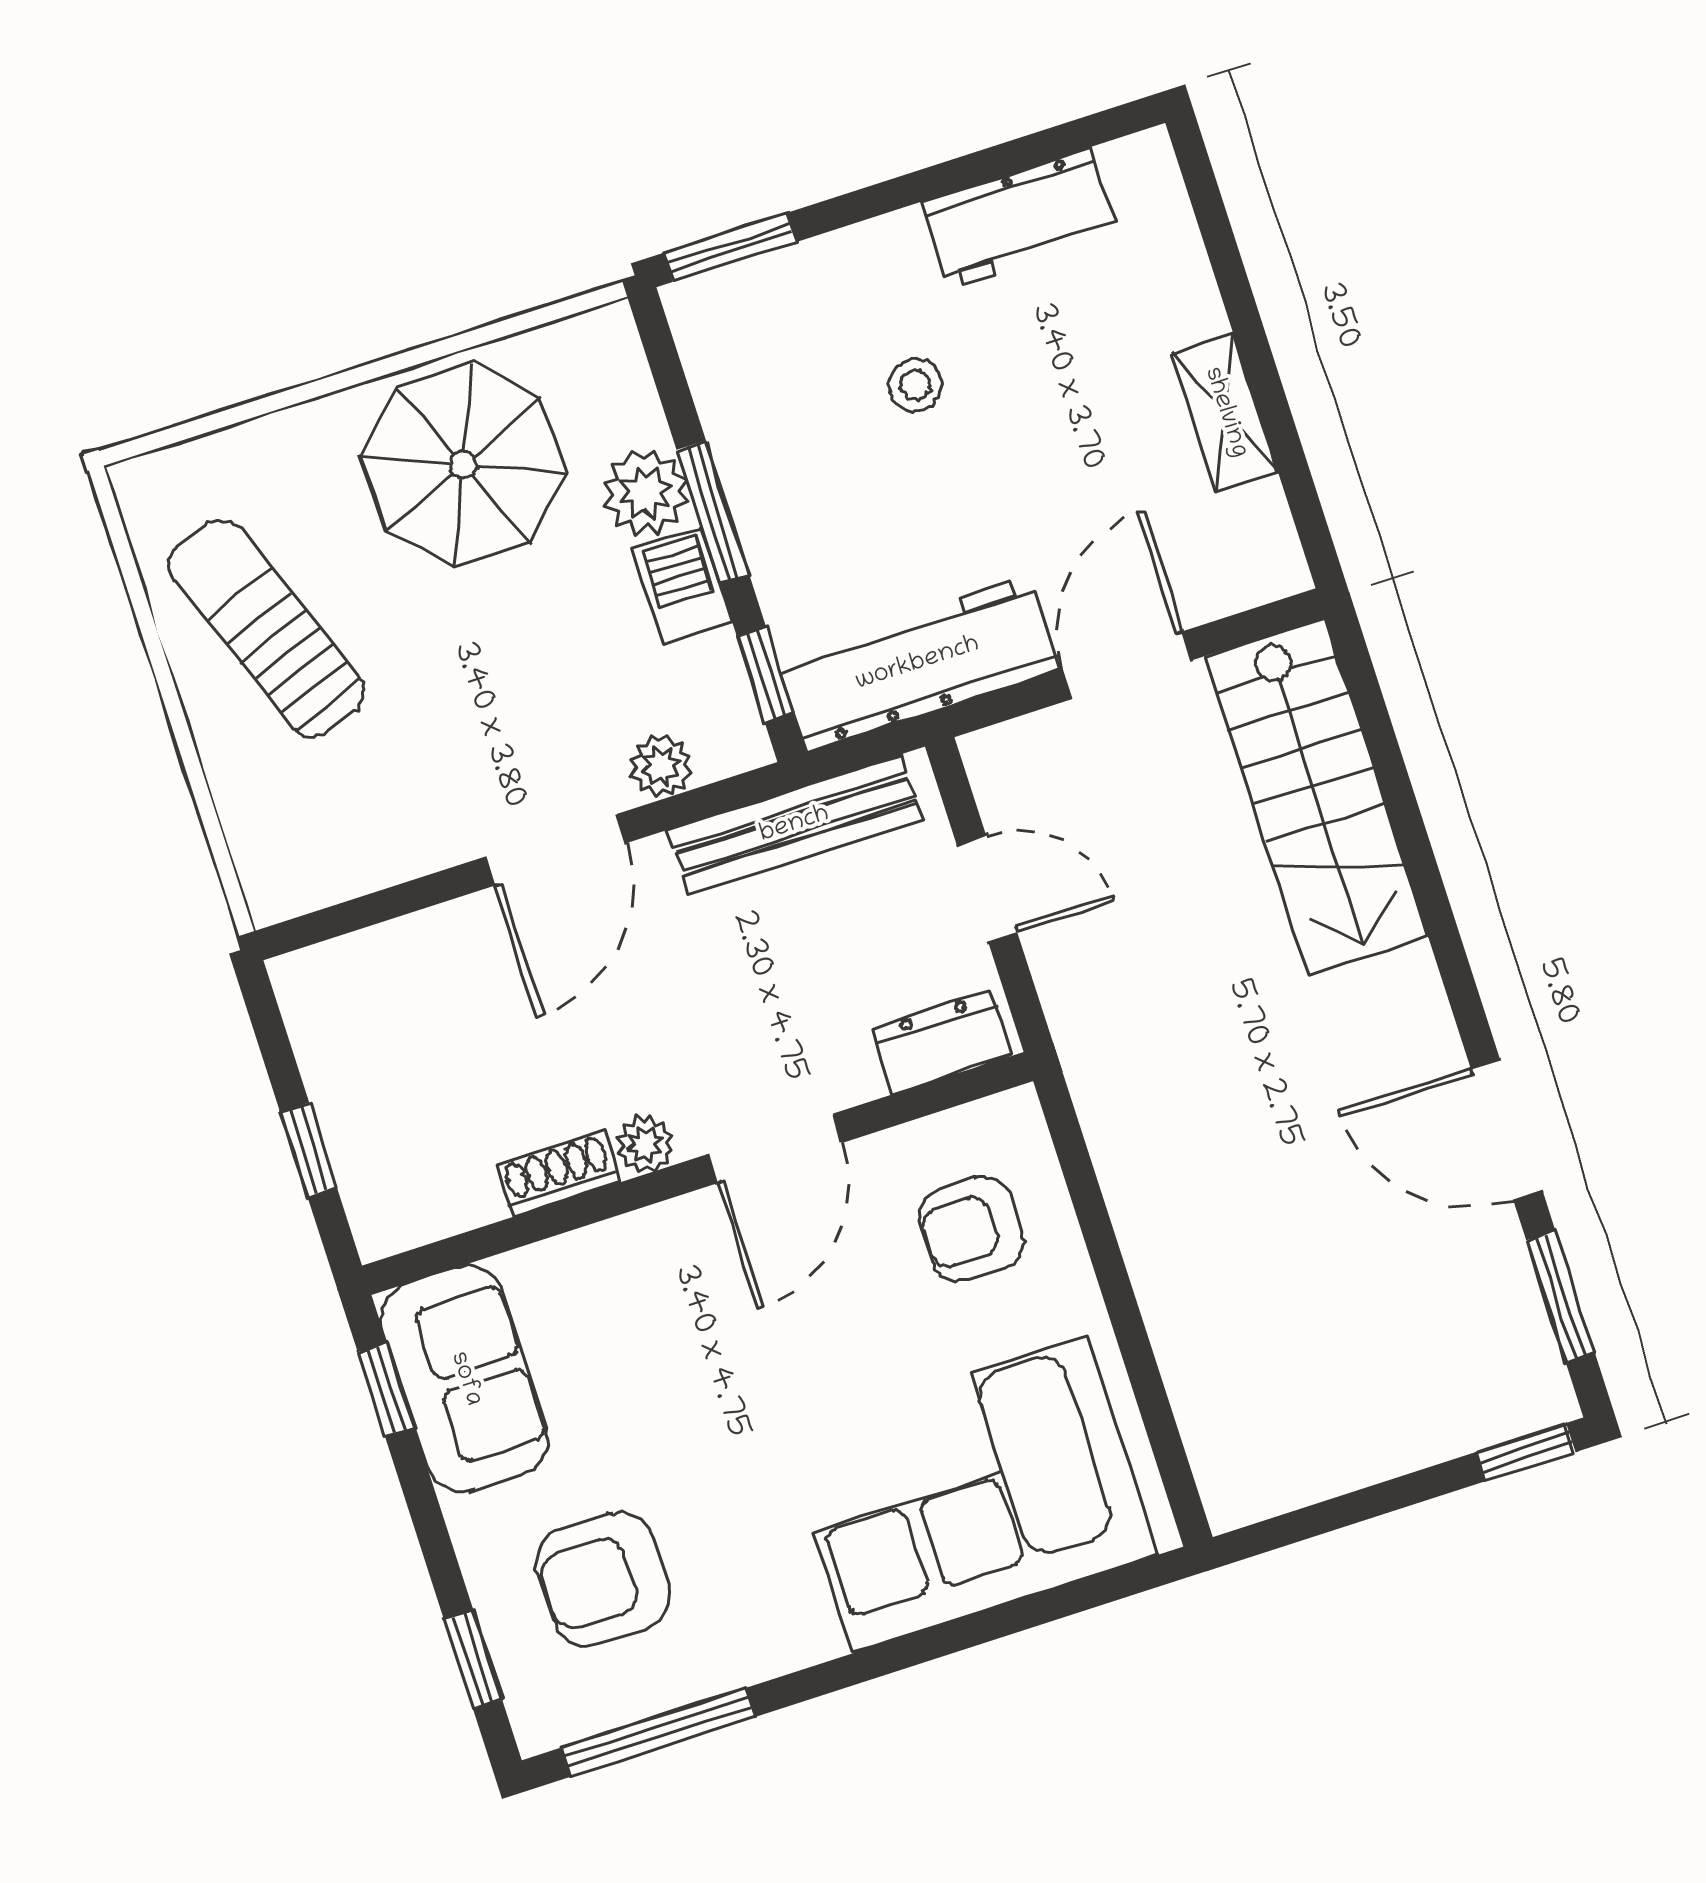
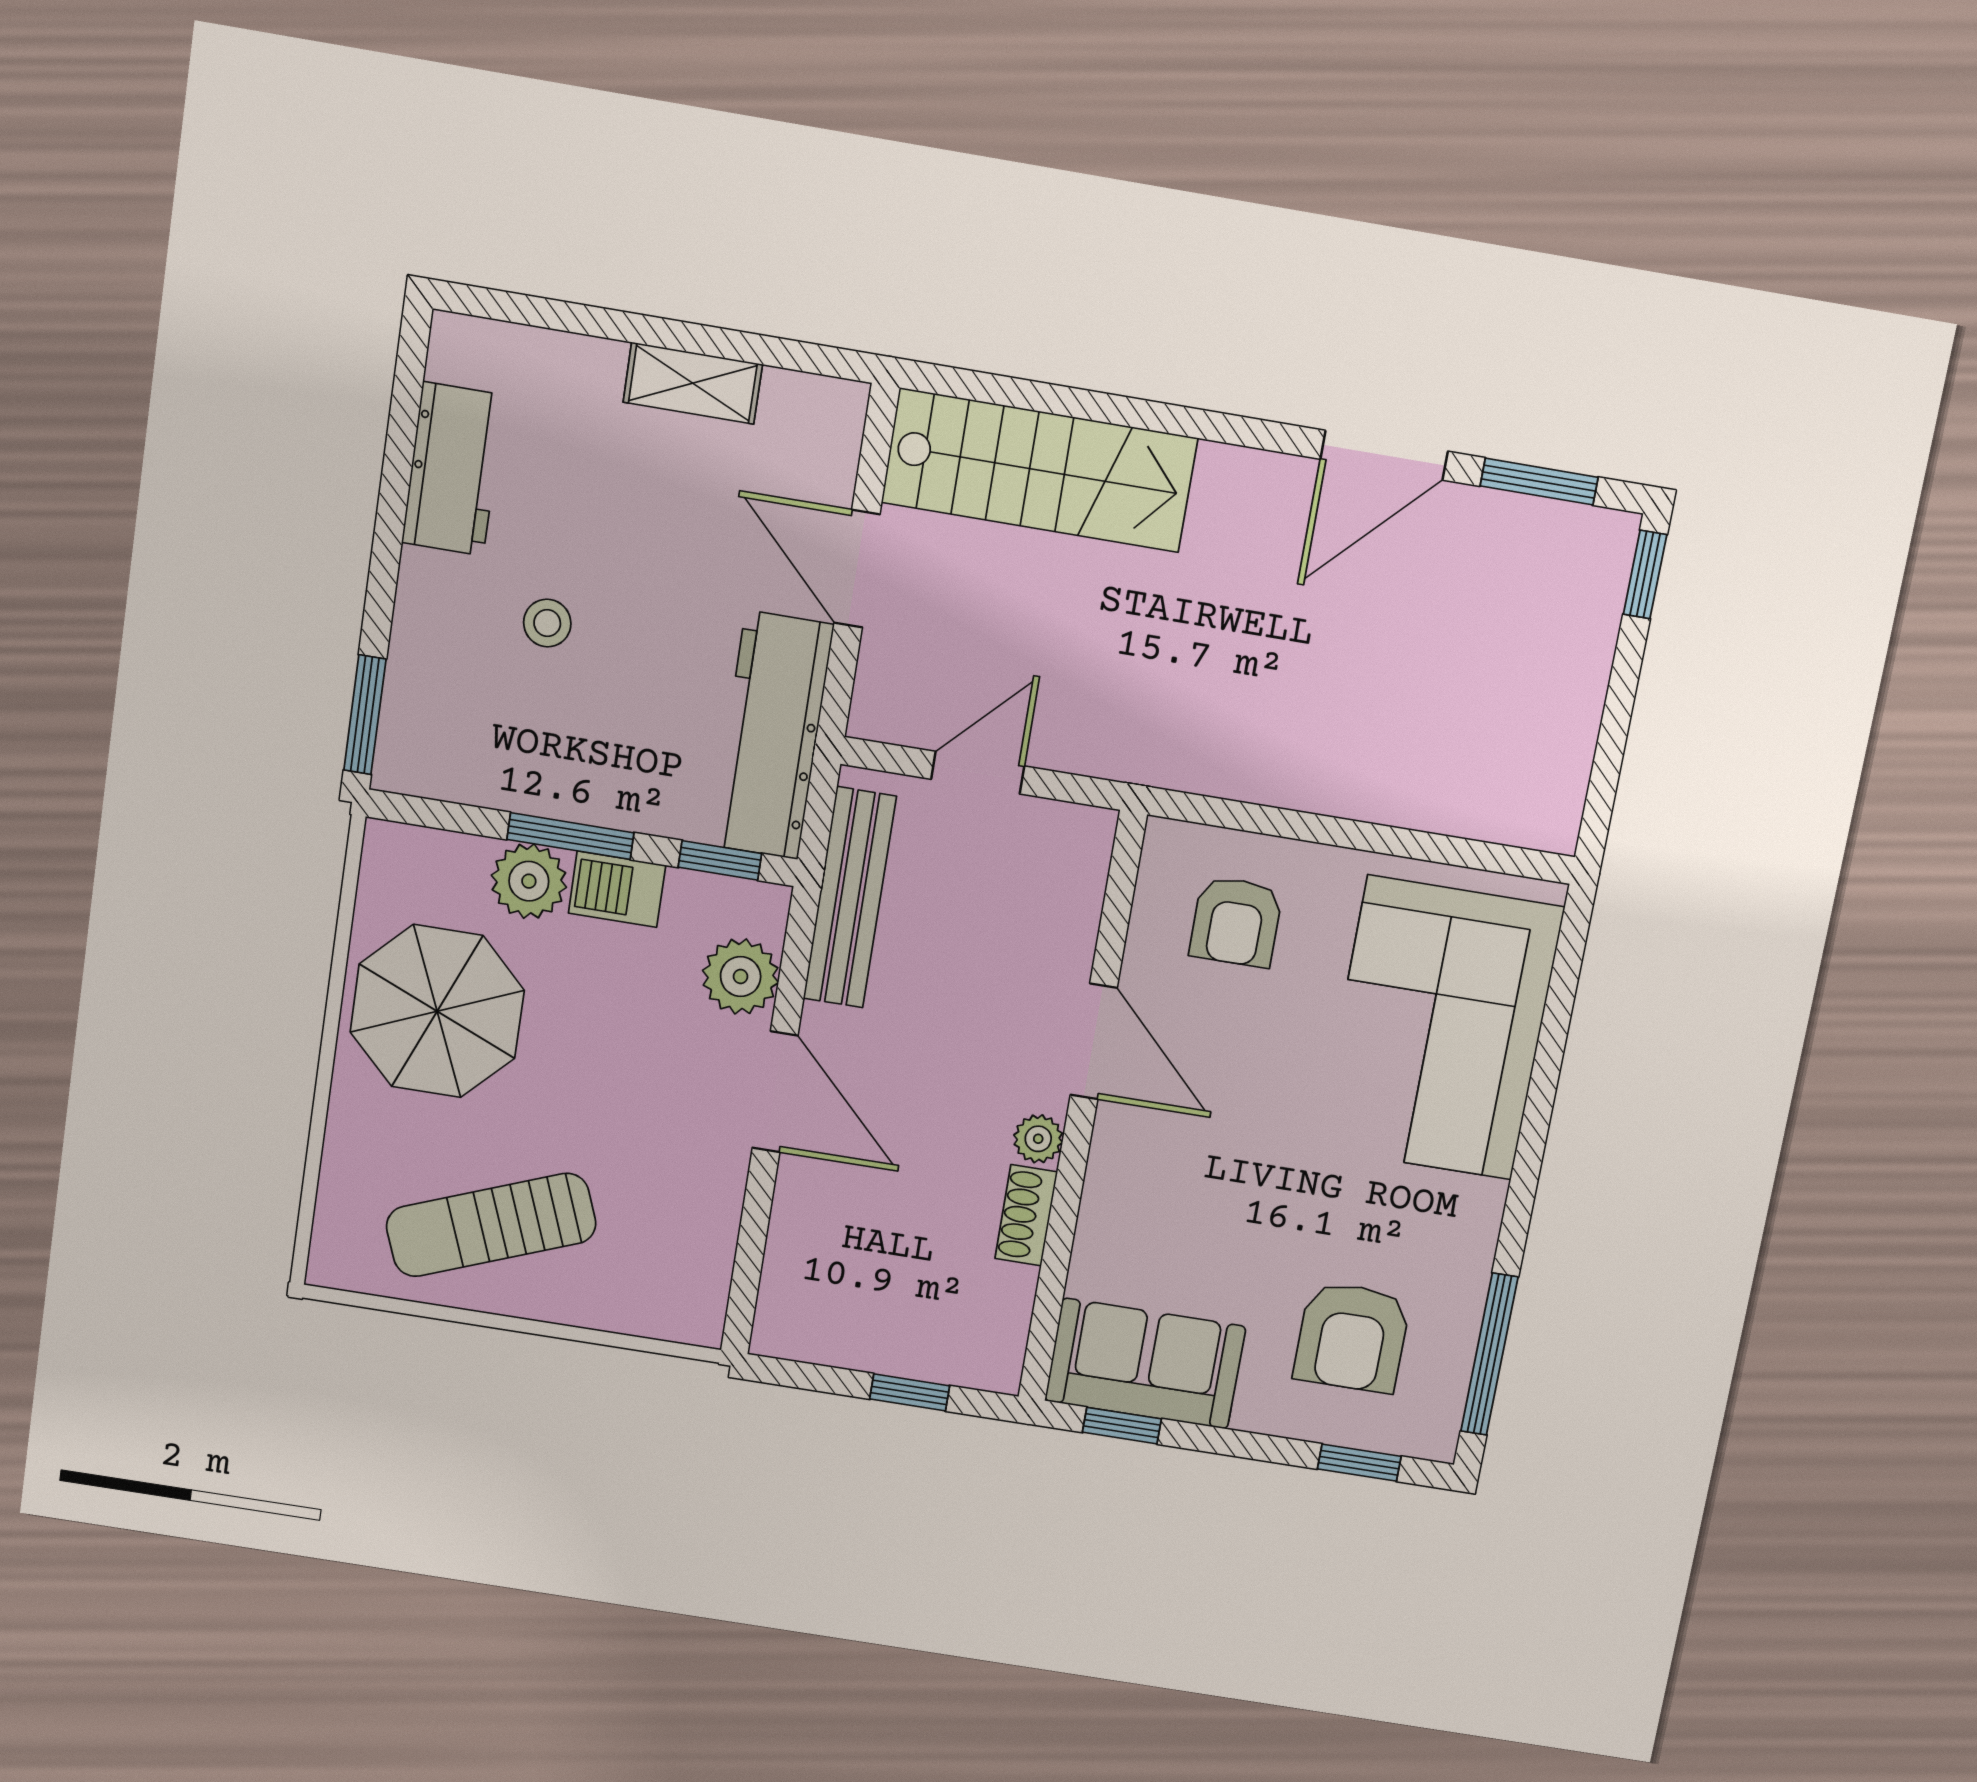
plant: (661, 766) -> (741, 976), width x1.38, depth x1.38
dresser: (942, 1042) -> (1079, 870), removed

